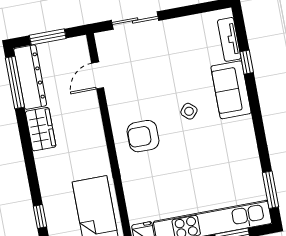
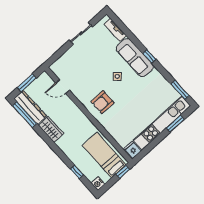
sliding door: (135, 20) -> (81, 33), moved
window: (247, 62) -> (149, 56), moved
door: (98, 75) -> (62, 86), hinge flipped
sofa: (231, 90) -> (135, 58), width x1.36

